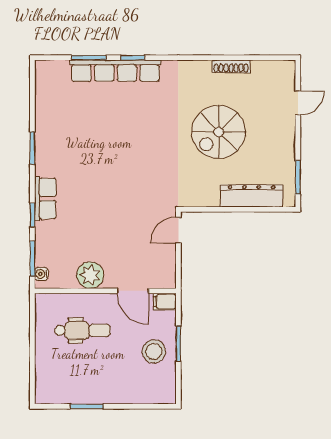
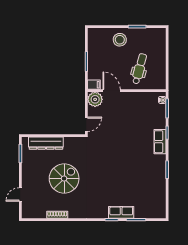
row of seats: (115, 71) -> (121, 212), width x0.50
plant: (90, 275) -> (95, 99), moved
dental chair: (82, 330) -> (139, 69), turned 105
stool: (154, 351) -> (120, 40), moved

